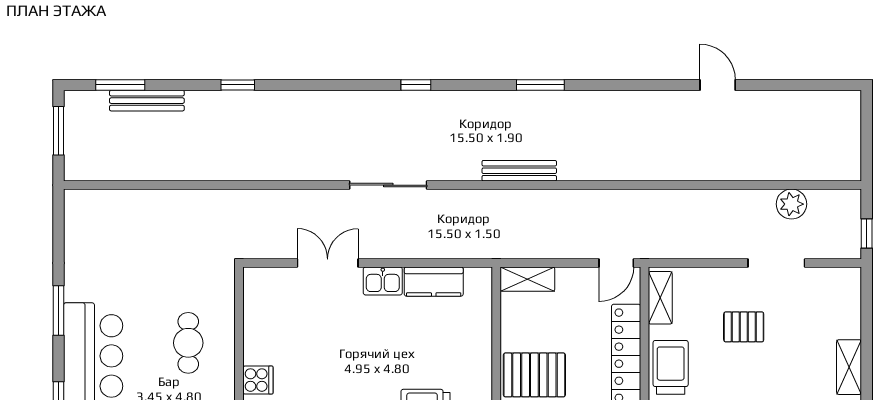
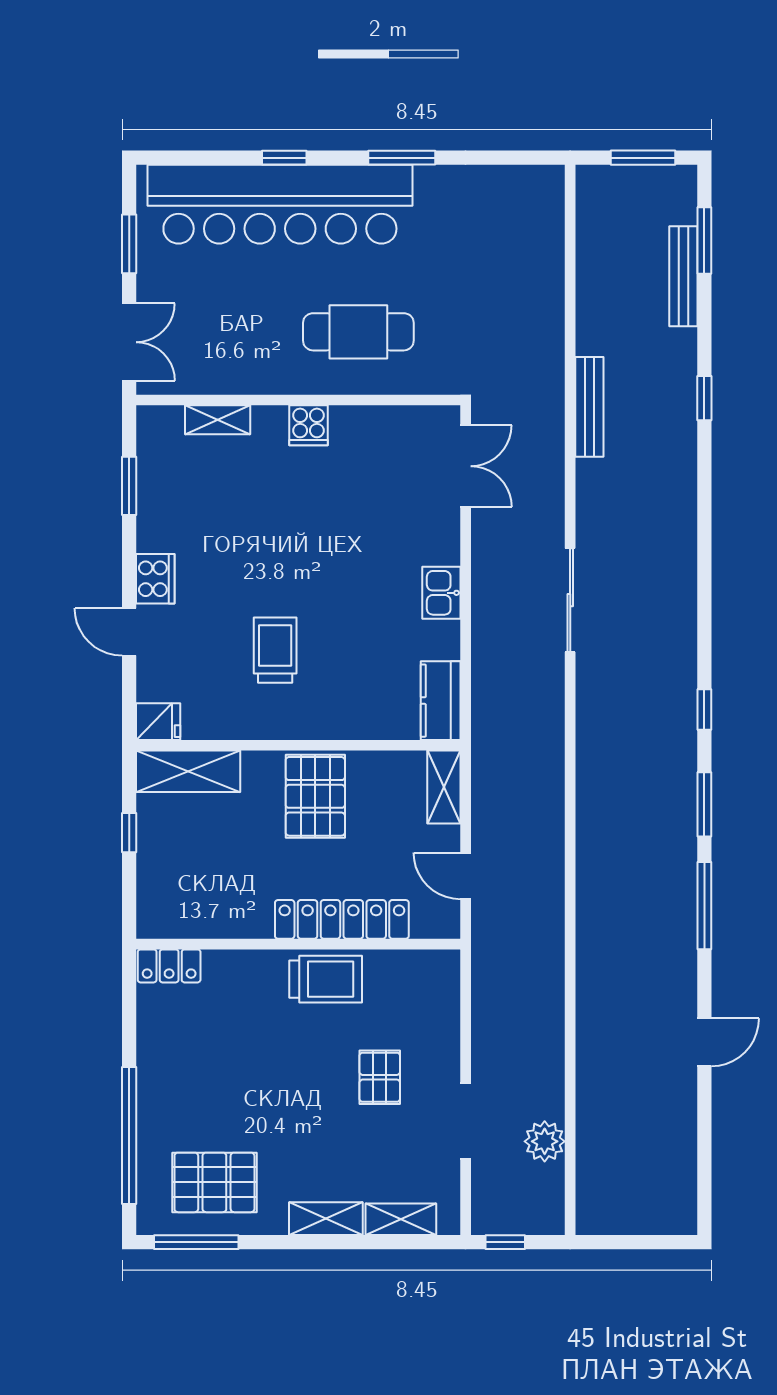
window: (416, 85) -> (704, 709), moved
window: (616, 85) -> (704, 906), added
bench: (519, 171) -> (589, 407), moved
double door: (328, 263) -> (466, 466), moved
door: (616, 263) -> (466, 876), moved
kitchen counter: (434, 282) -> (441, 701), moved
shelving: (660, 298) -> (401, 1219), moved
cafe table: (188, 343) -> (358, 332), width x1.37, depth x1.35

